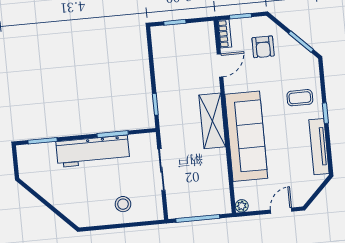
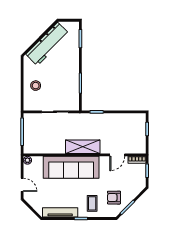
armchair: (263, 47) -> (114, 198), moved
door: (220, 65) -> (117, 155), hinge flipped
workbench: (93, 151) -> (47, 44), moved, turned -135

